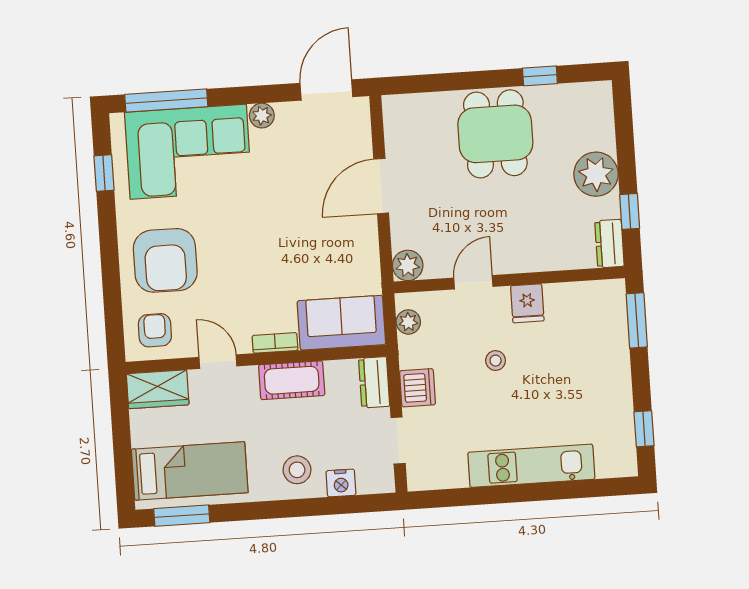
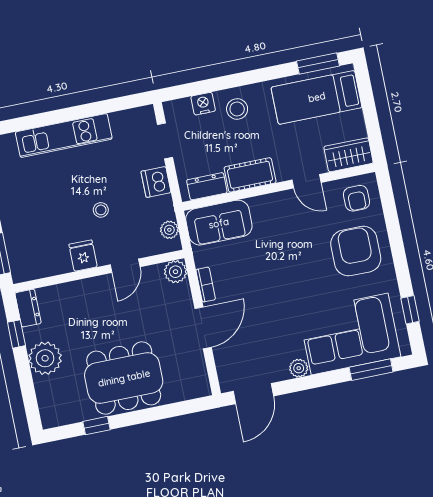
window: (166, 101) -> (371, 370), width x0.69
dining table: (495, 134) -> (124, 378), width x1.38
bookcase: (275, 343) -> (206, 285), moved, turned -90
dresser: (374, 382) -> (207, 186), moved, turned -90

